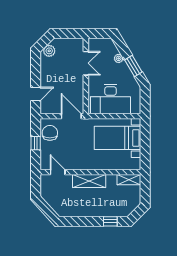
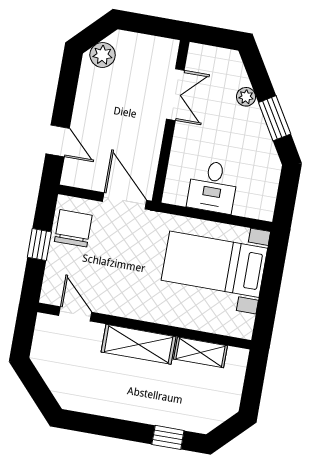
door: (36, 94) -> (58, 141), hinge flipped
desk: (111, 99) -> (213, 187), width x0.53, depth x0.77
shelving: (129, 180) -> (201, 352), moved

